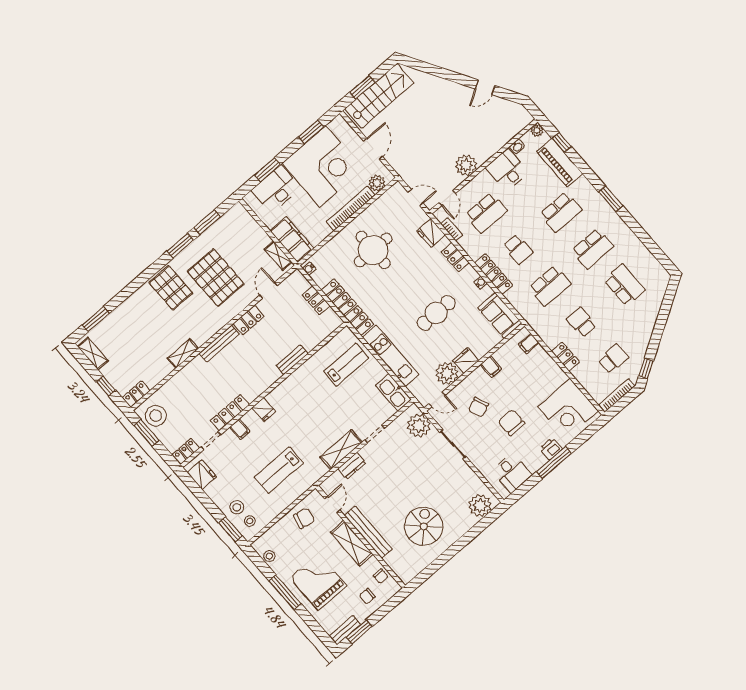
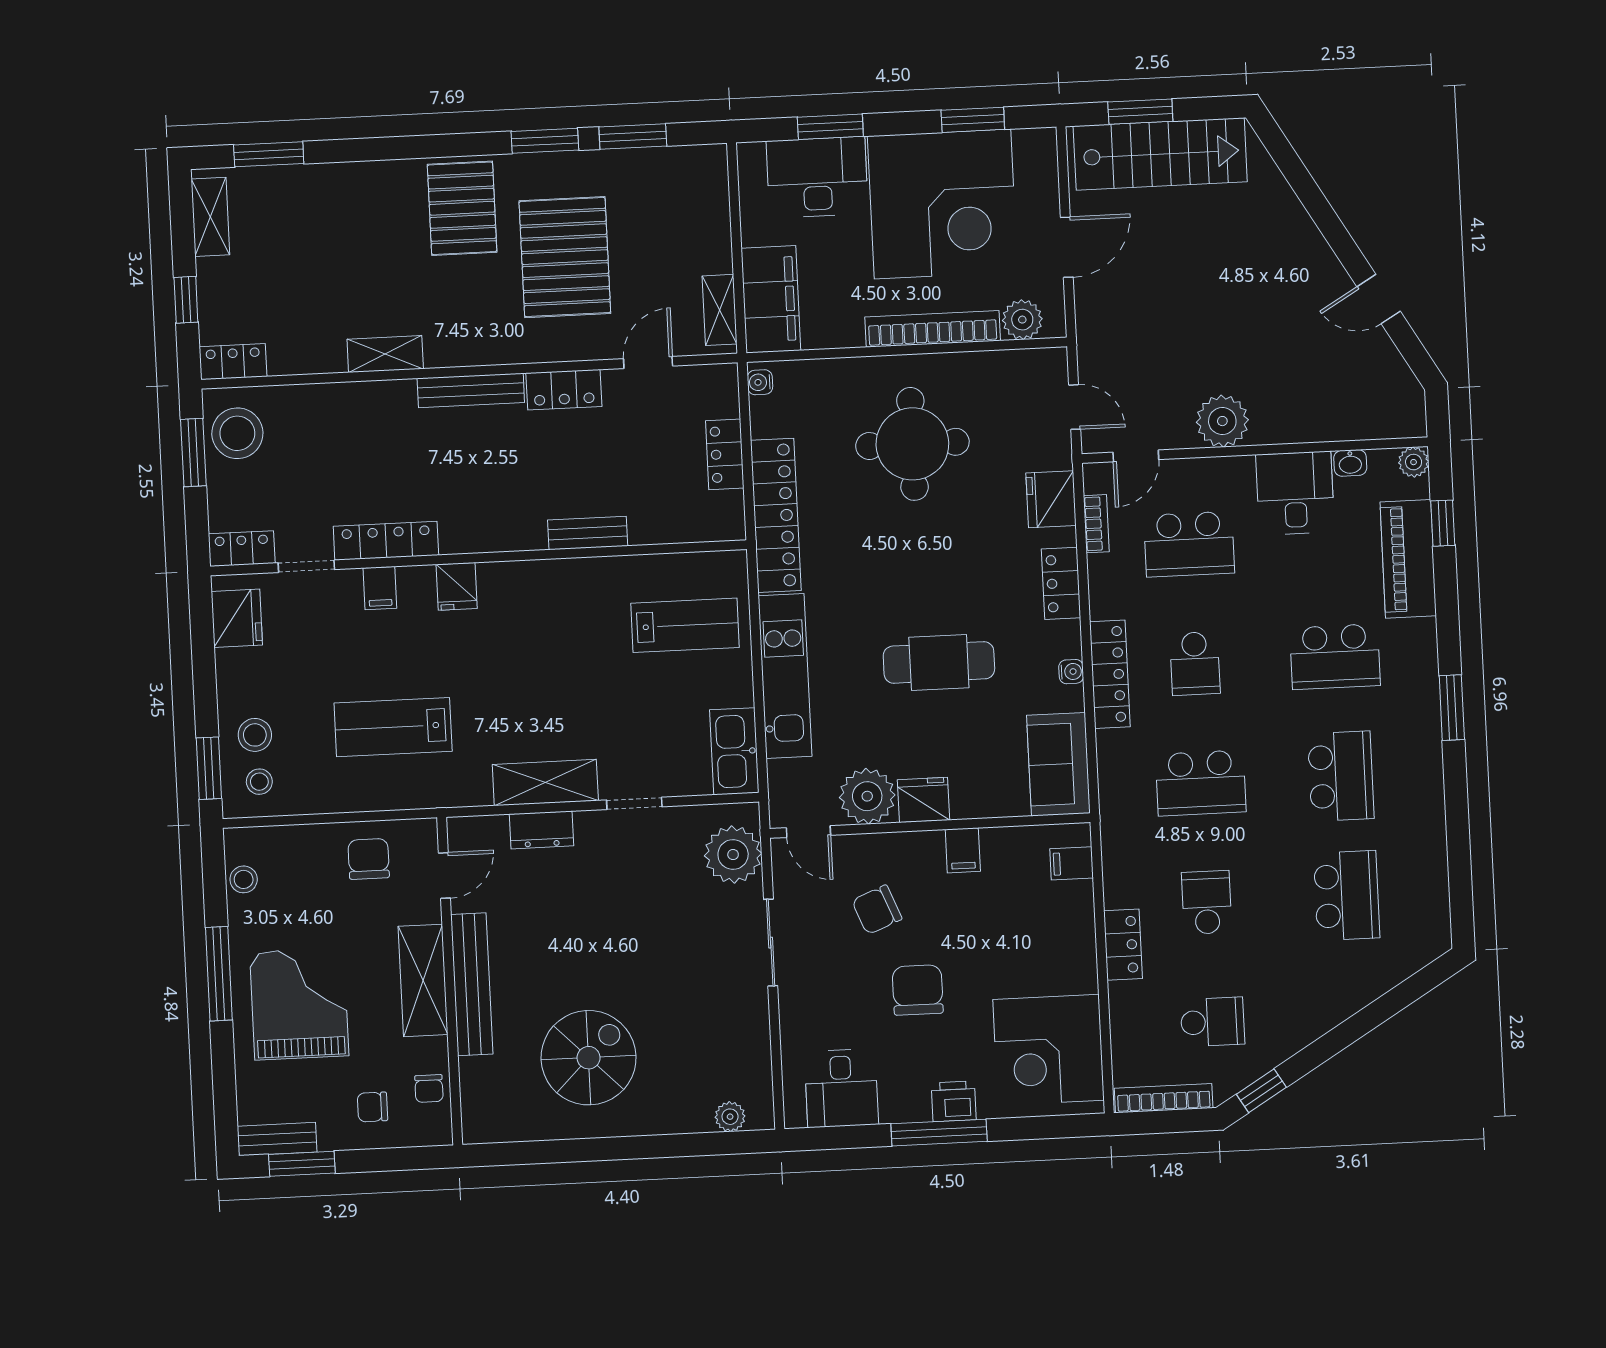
school desk: (593, 248) -> (1341, 776), turned -90
plant: (480, 506) -> (730, 1117), width x0.53, depth x0.53
chair: (304, 518) -> (369, 859), turned -103

